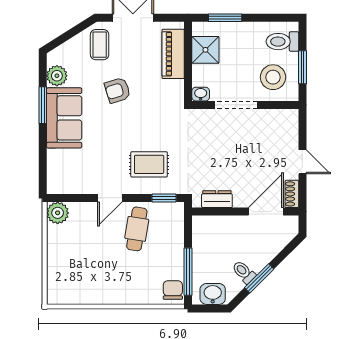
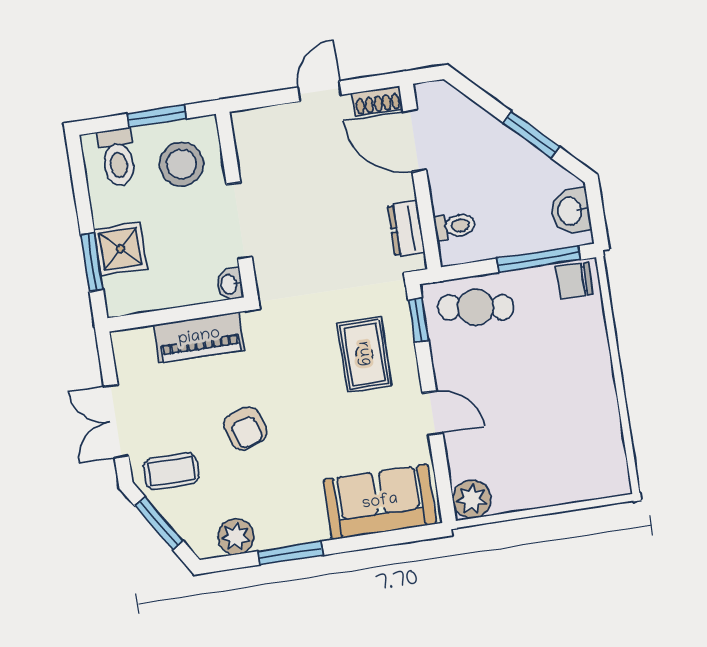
window: (71, 33) -> (159, 524), added
shower: (205, 50) -> (120, 249), moved
piano: (173, 54) -> (199, 337), moved
sofa: (64, 118) -> (380, 502), moved
cafe table: (137, 229) -> (476, 307), moved
toilet: (244, 272) -> (455, 226), moved, turned -135

